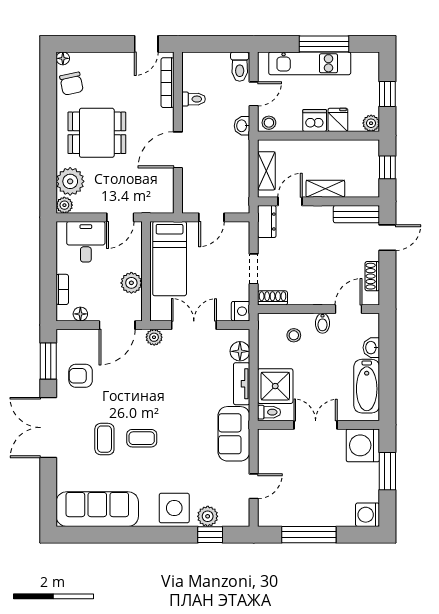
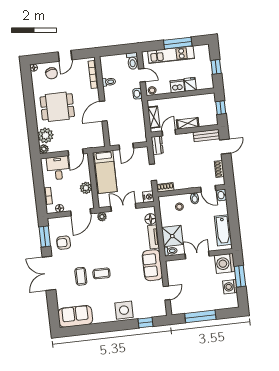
door: (146, 44) -> (65, 56), moved
chair: (71, 84) -> (52, 73), moved
door: (254, 94) -> (142, 75), hinge flipped
plant: (371, 123) -> (209, 84), removed
door: (349, 309) -> (208, 189), swing flipped
washbasin: (371, 348) -> (222, 195), moved
sofa: (97, 509) -> (75, 316), width x0.73
washing machine: (368, 515) -> (230, 287), moved
plant: (208, 516) -> (143, 313), removed

